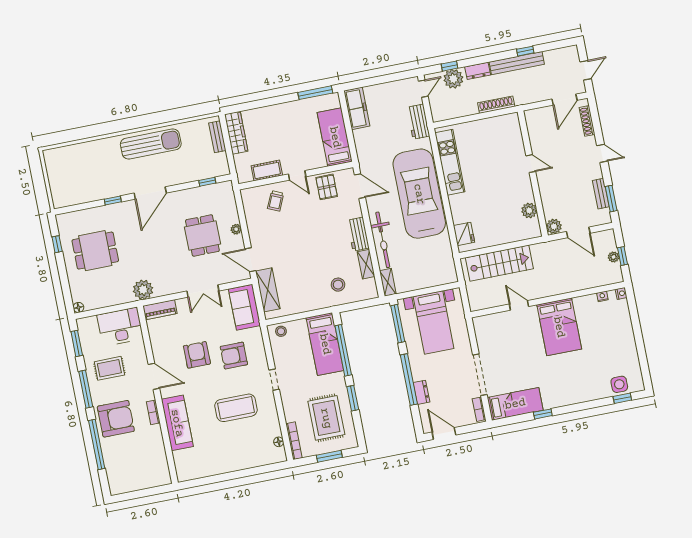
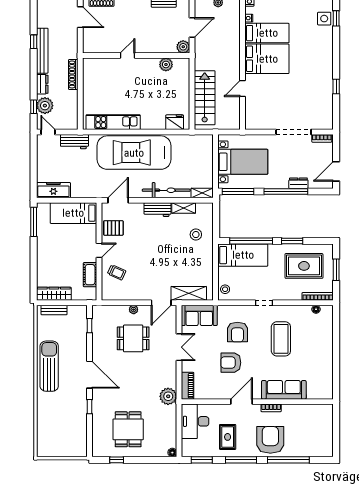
bed: (515, 404) -> (267, 33), moved, turned 90

